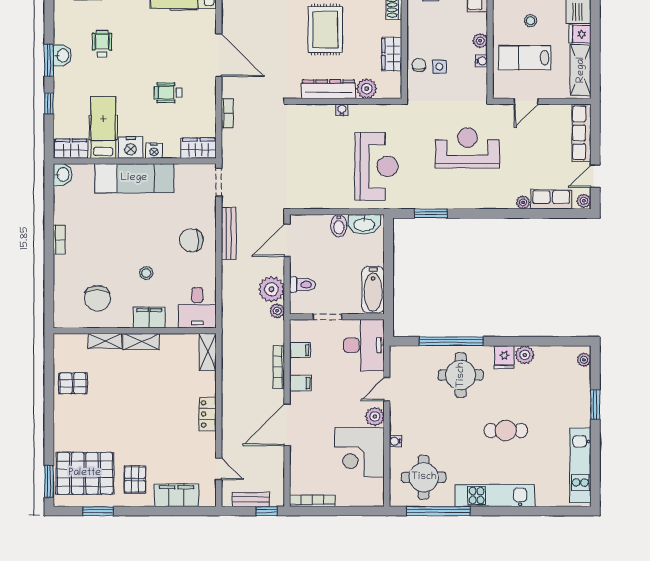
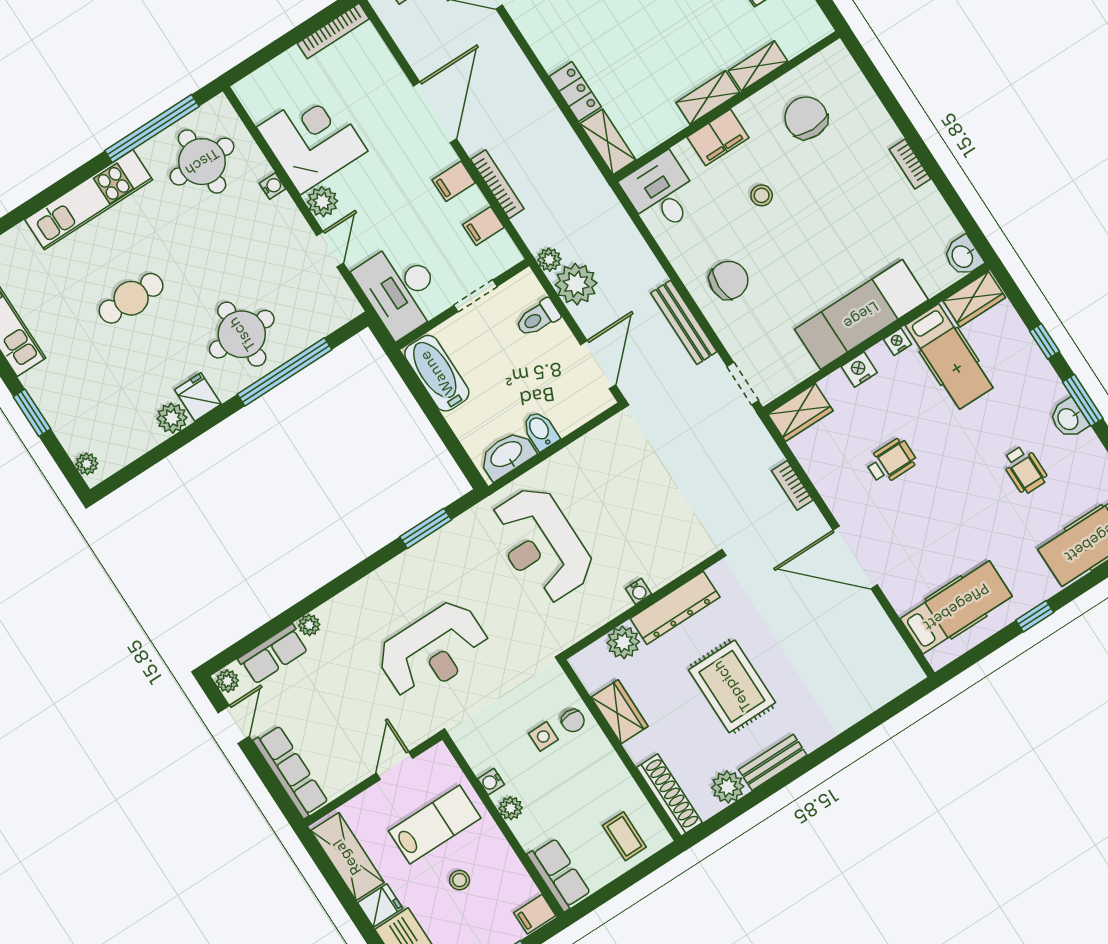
nightstand: (131, 147) -> (897, 342), width x0.53, depth x0.56
locker: (208, 414) -> (575, 92), moved

